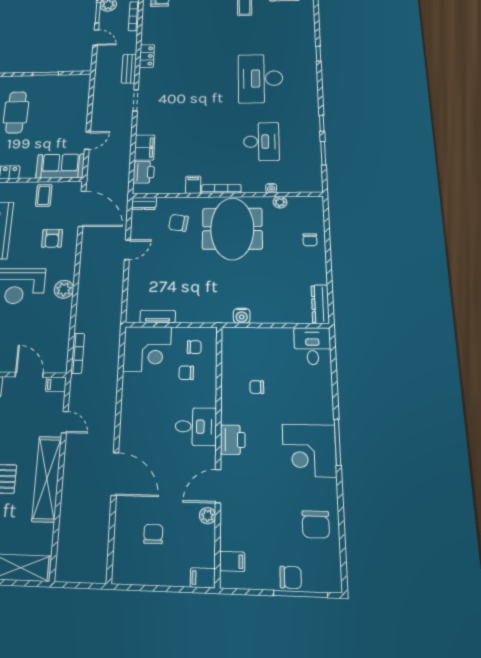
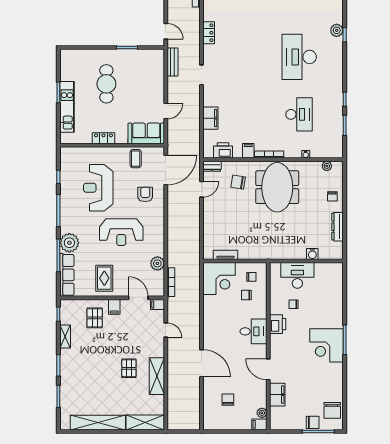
door: (96, 37) -> (166, 31), moved
plant: (308, 49) -> (337, 30), added
bench: (129, 69) -> (173, 62), moved
printer: (144, 172) -> (223, 150), moved, turned -90
plant: (280, 202) -> (327, 166), moved
door: (82, 209) -> (166, 170), hinge flipped
armchair: (52, 238) -> (145, 194), turned 180
door: (127, 250) -> (202, 189), moved
plant: (64, 289) -> (157, 263), moved
dresser: (320, 304) -> (338, 227), moved
water cooler: (242, 316) -> (312, 254), moved
desk: (312, 346) -> (297, 275), moved, width x1.37
printer: (233, 440) -> (278, 324), moved
shelving: (47, 479) -> (157, 376), width x0.68
door: (218, 486) -> (268, 369), hinge flipped
plant: (207, 516) -> (262, 413), moved
chair: (316, 524) -> (332, 410), moved
filing cabinet: (232, 561) -> (277, 395), moved, width x2.00

